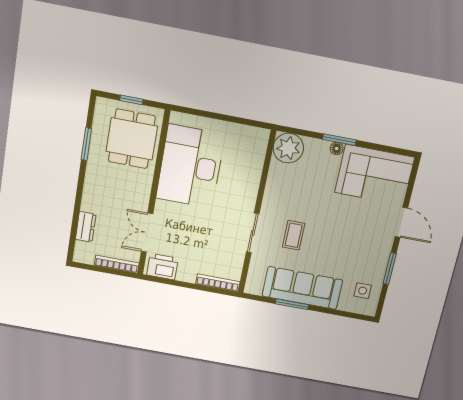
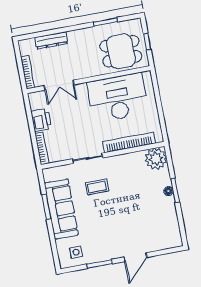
bookcase: (254, 174) -> (129, 142), added
corner sofa: (374, 175) -> (161, 224), removed
dresser: (86, 227) -> (51, 40), width x1.44
double door: (147, 233) -> (59, 85), swing flipped
printer: (162, 267) -> (41, 120), moved

